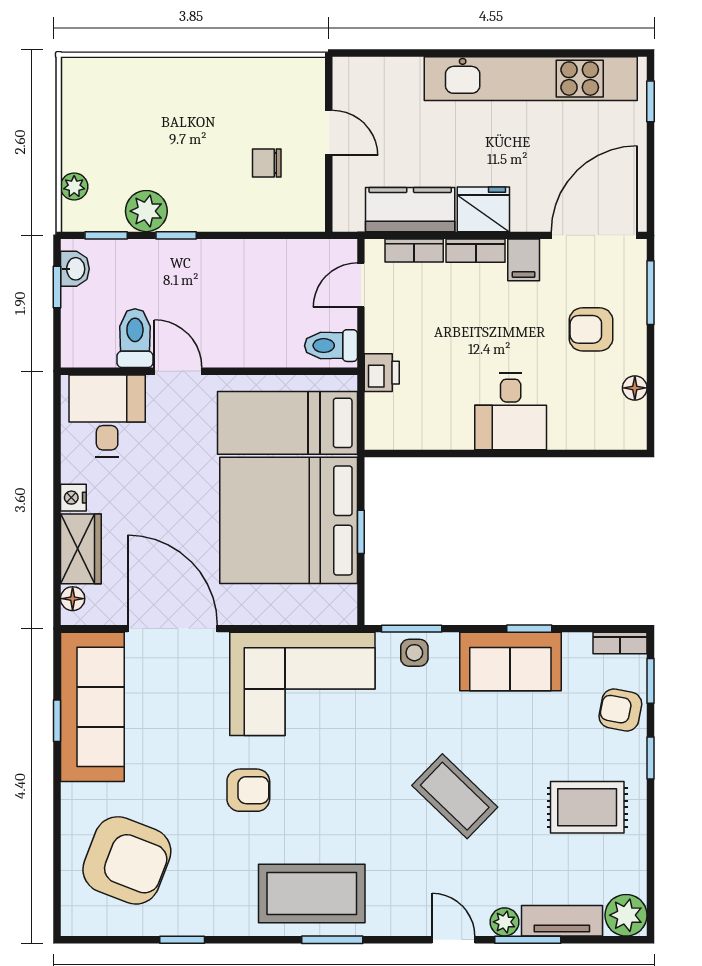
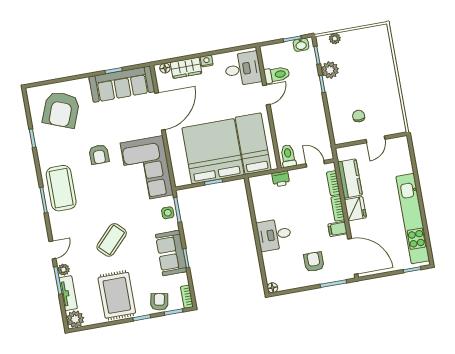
floor lamp: (635, 388) -> (272, 288), moved
rug: (587, 807) -> (117, 295), width x1.36, depth x1.43

